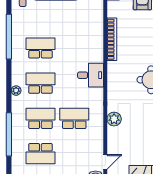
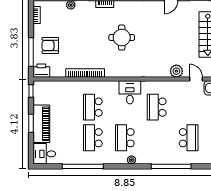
desk: (91, 75) -> (130, 92), moved
school desk: (40, 118) -> (93, 107), moved
plant: (114, 119) -> (176, 71), moved

